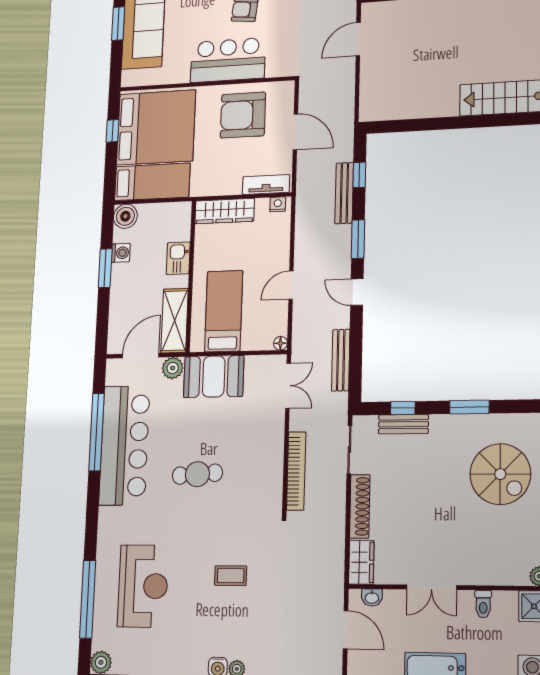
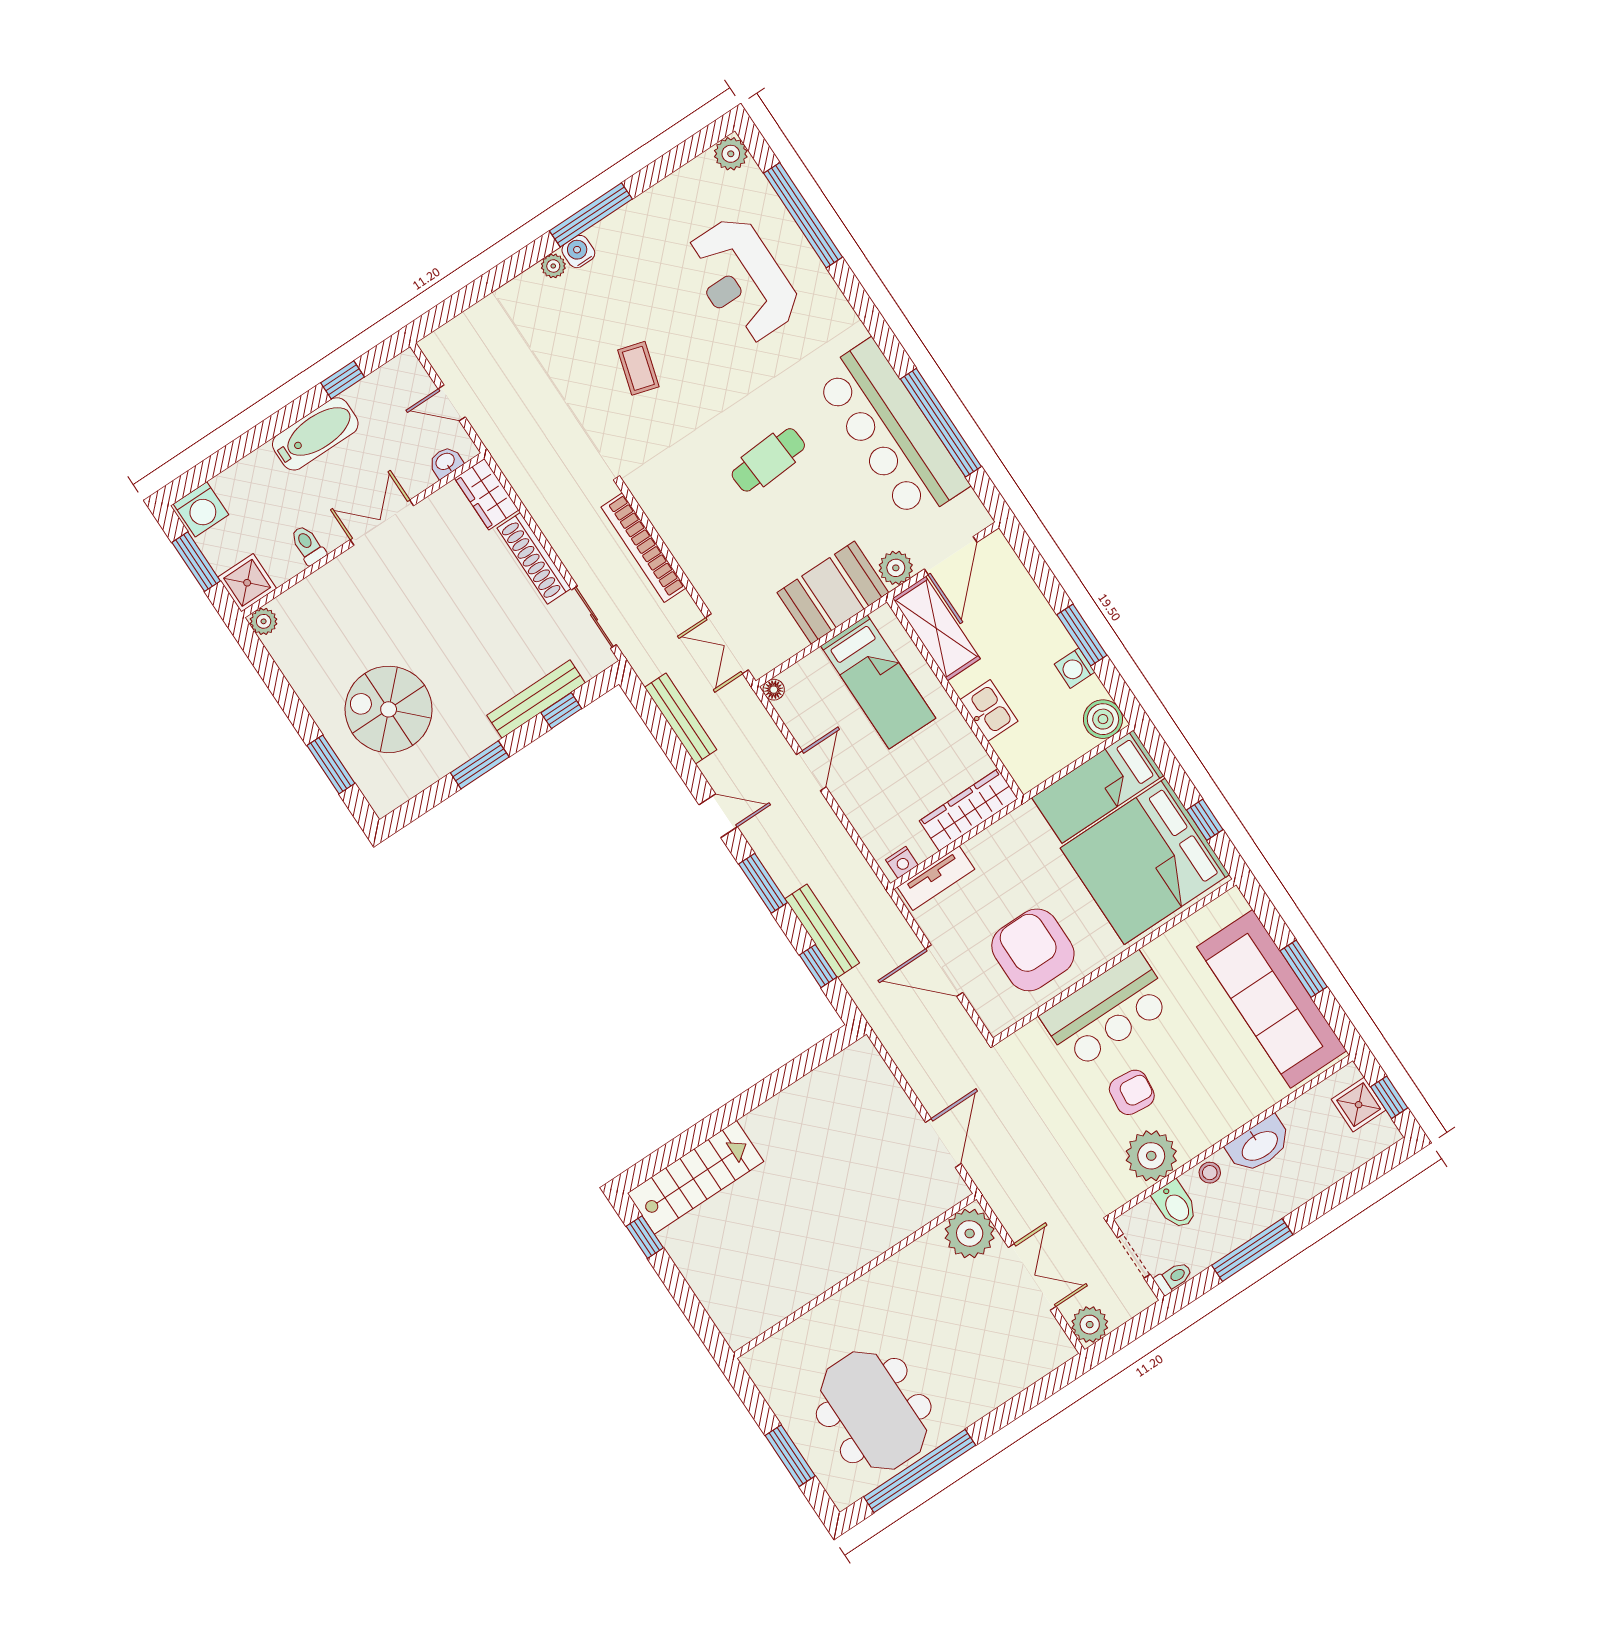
armchair: (243, 115) -> (1033, 950), turned -90
bench: (403, 424) -> (536, 699), width x1.36
coffee table: (231, 576) -> (638, 368), turned -74
door: (346, 630) -> (452, 403), width x0.73

